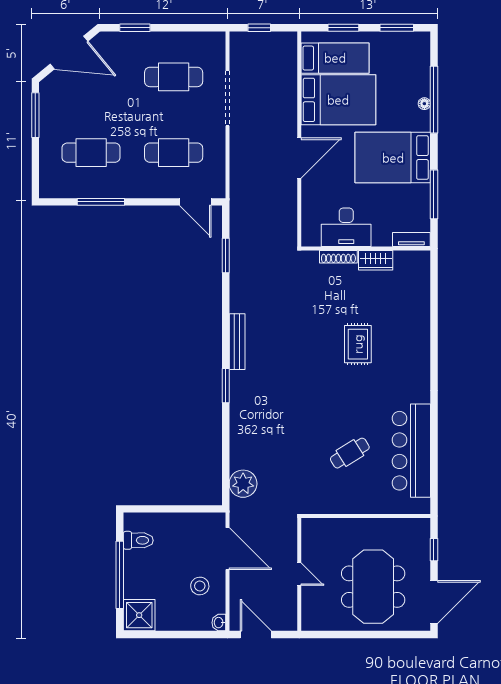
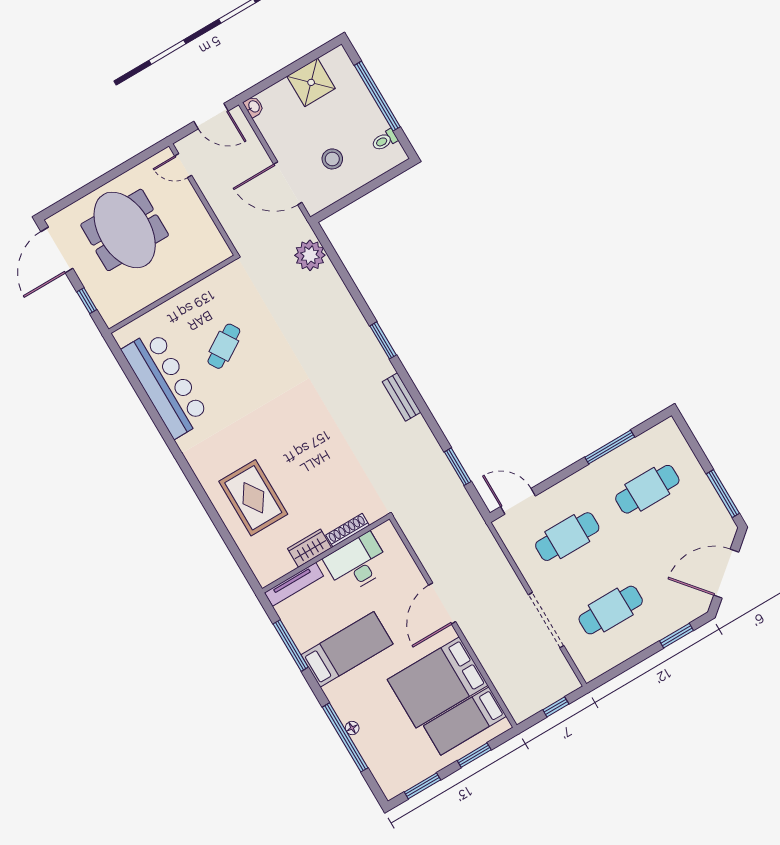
bed: (393, 158) -> (347, 649), width x0.67
tv unit: (411, 240) -> (294, 584), width x1.41
bench: (237, 342) -> (401, 397), width x0.73
rug: (358, 344) -> (253, 498), moved, width x1.36, depth x1.43
toilet: (138, 540) -> (385, 140), width x0.73, depth x0.72
door: (299, 574) -> (183, 166), moved
stool: (200, 586) -> (332, 159), moved
shower: (139, 615) -> (311, 82), moved

